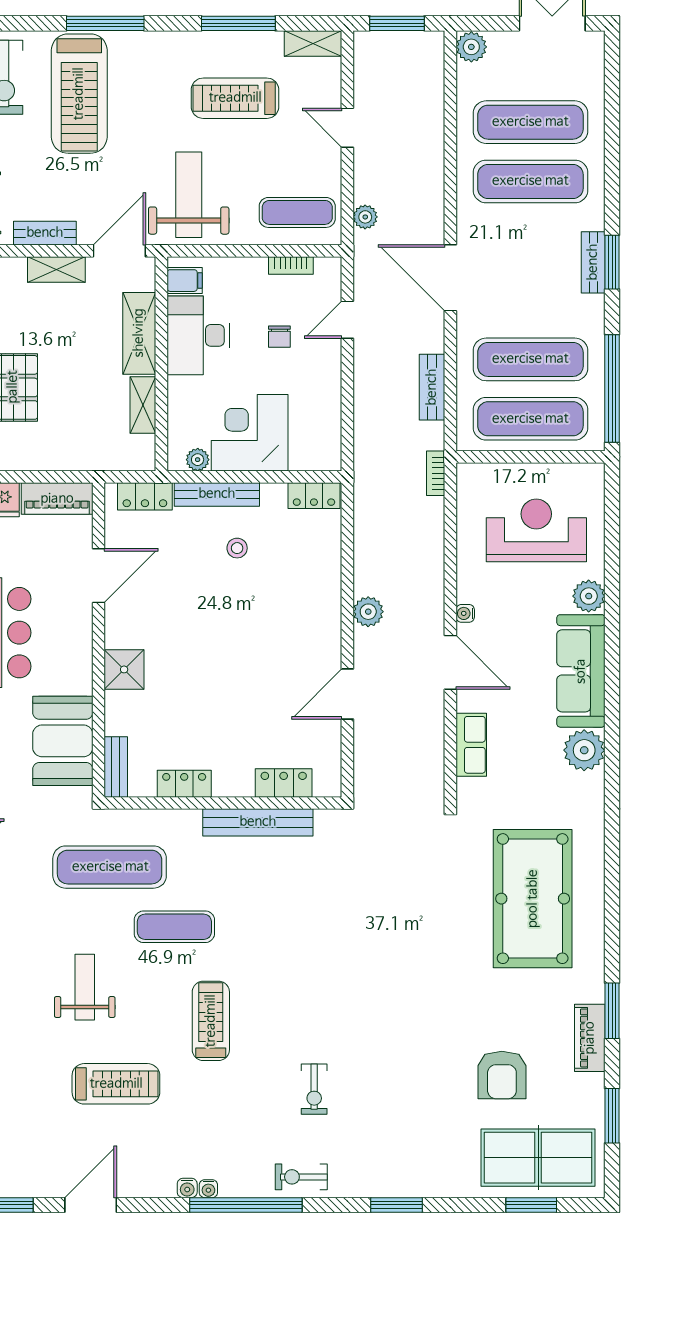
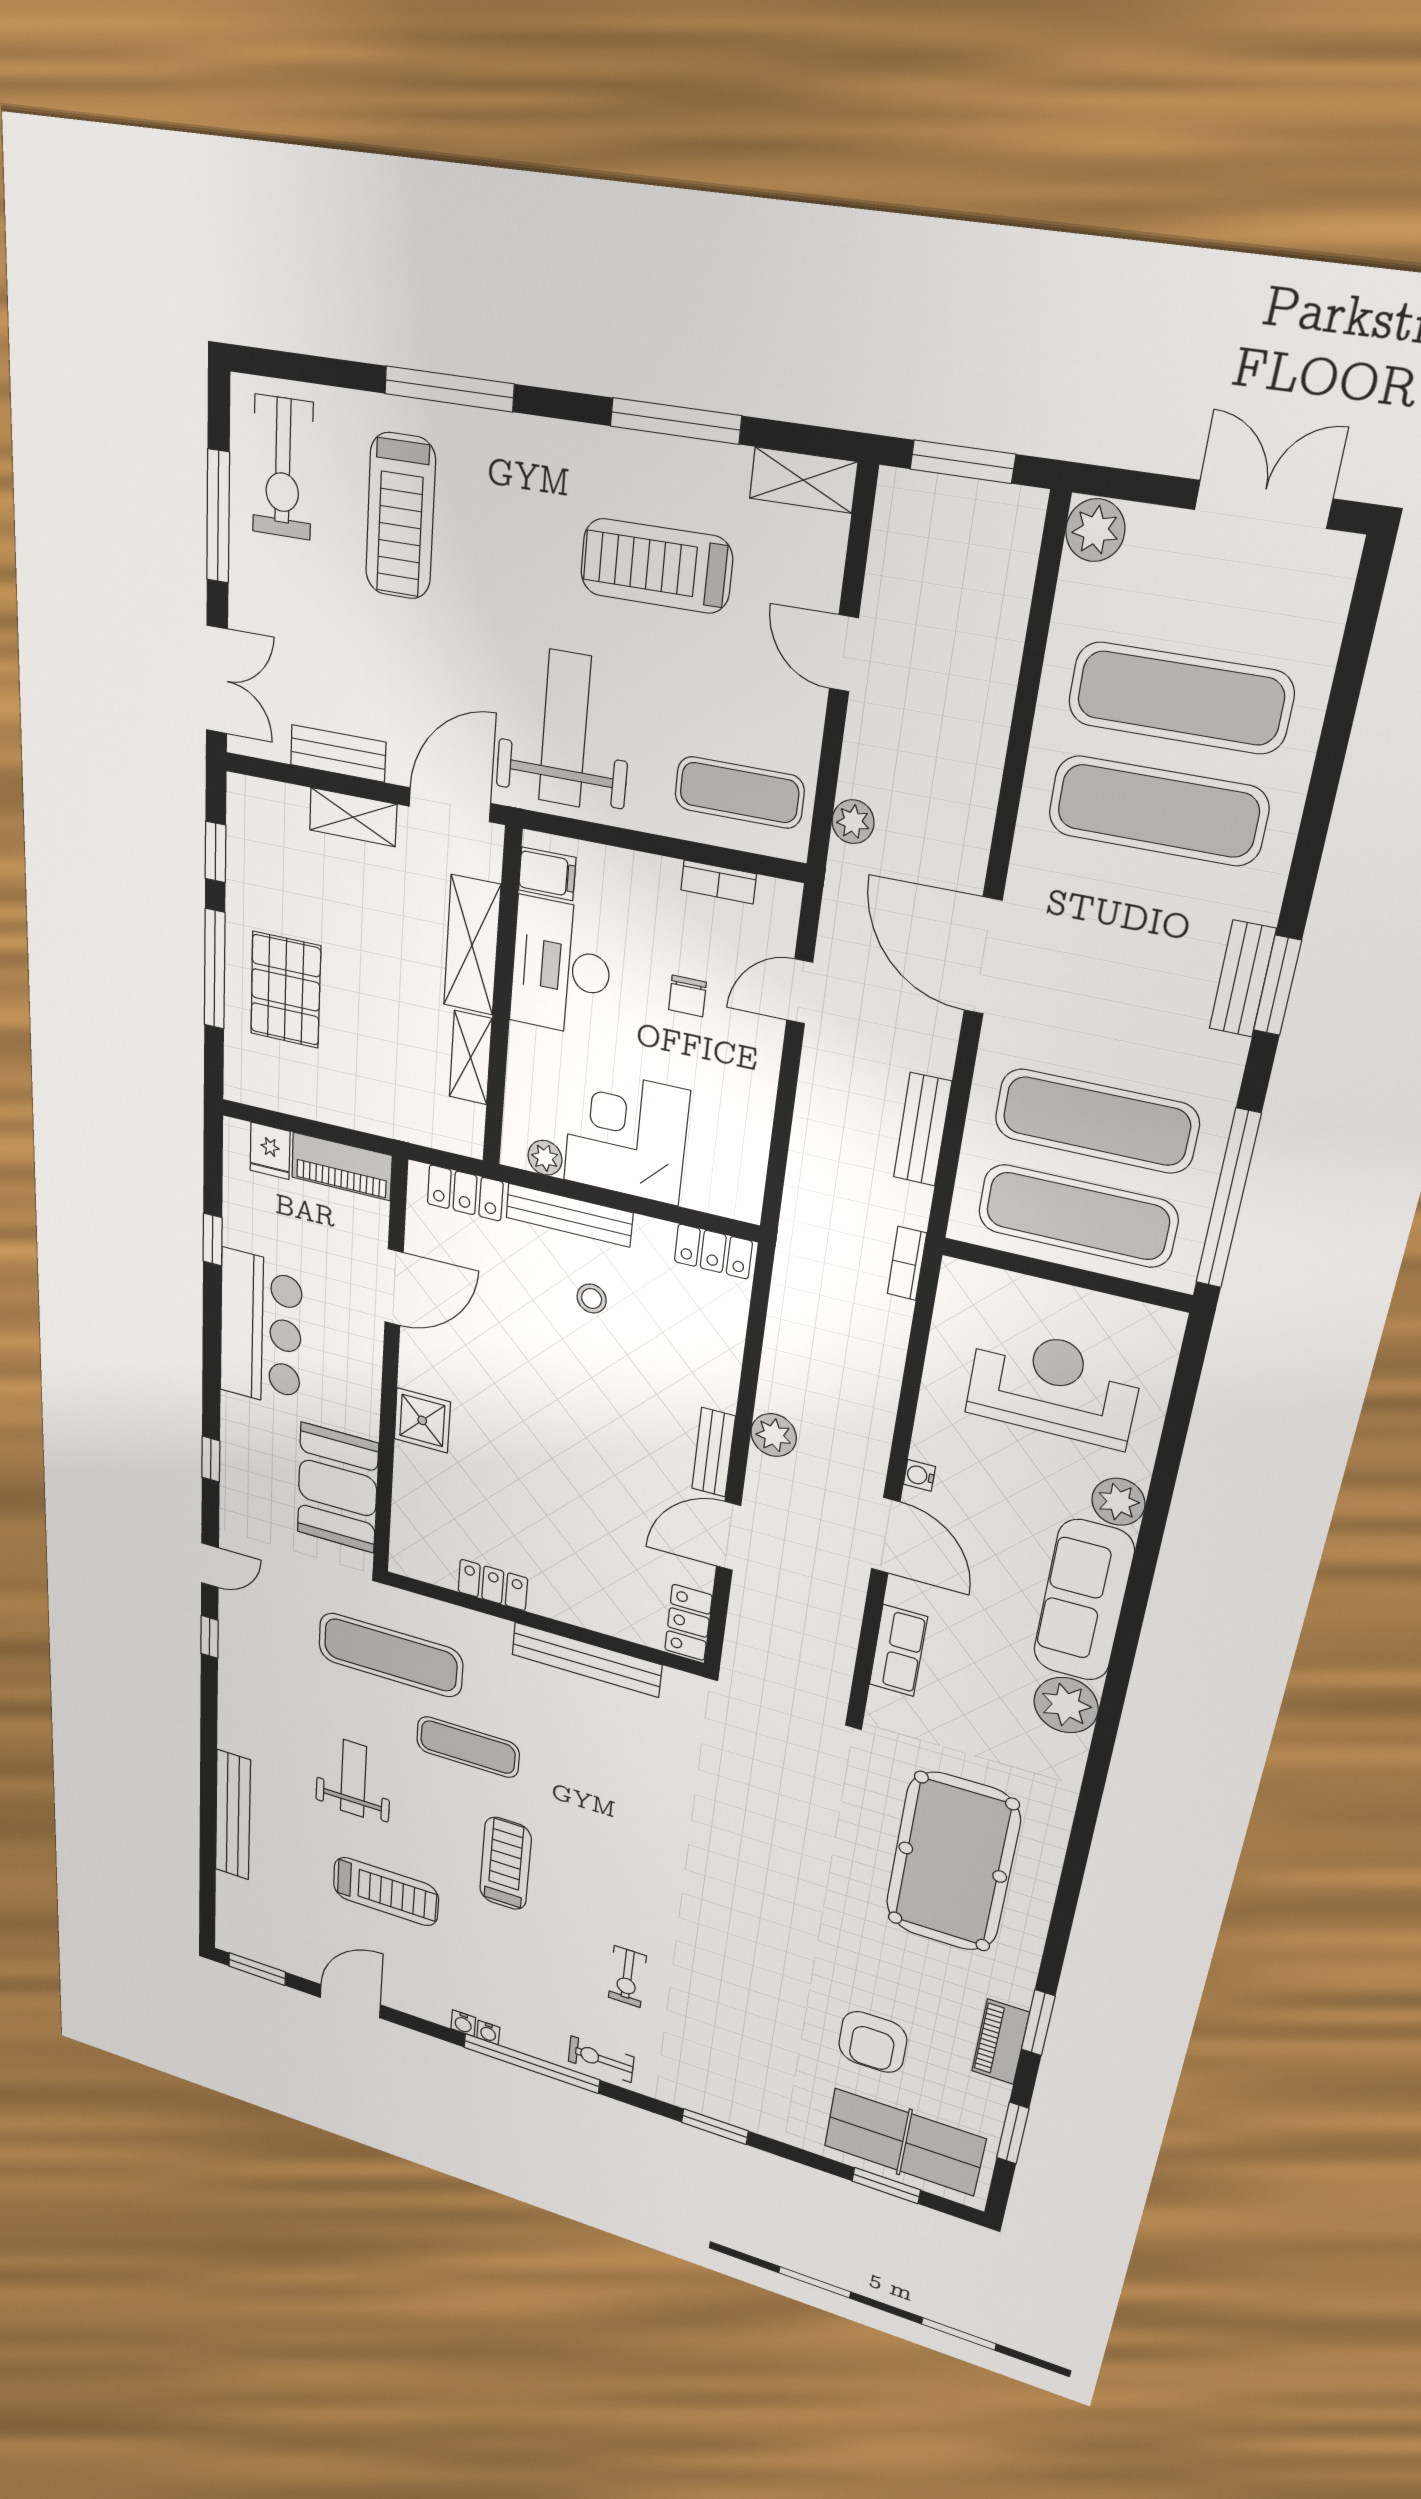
treadmill: (79, 94) -> (400, 516), width x0.73, depth x0.73
bench: (116, 767) -> (713, 1452), moved
locker: (284, 783) -> (688, 1623), moved, turned -90

